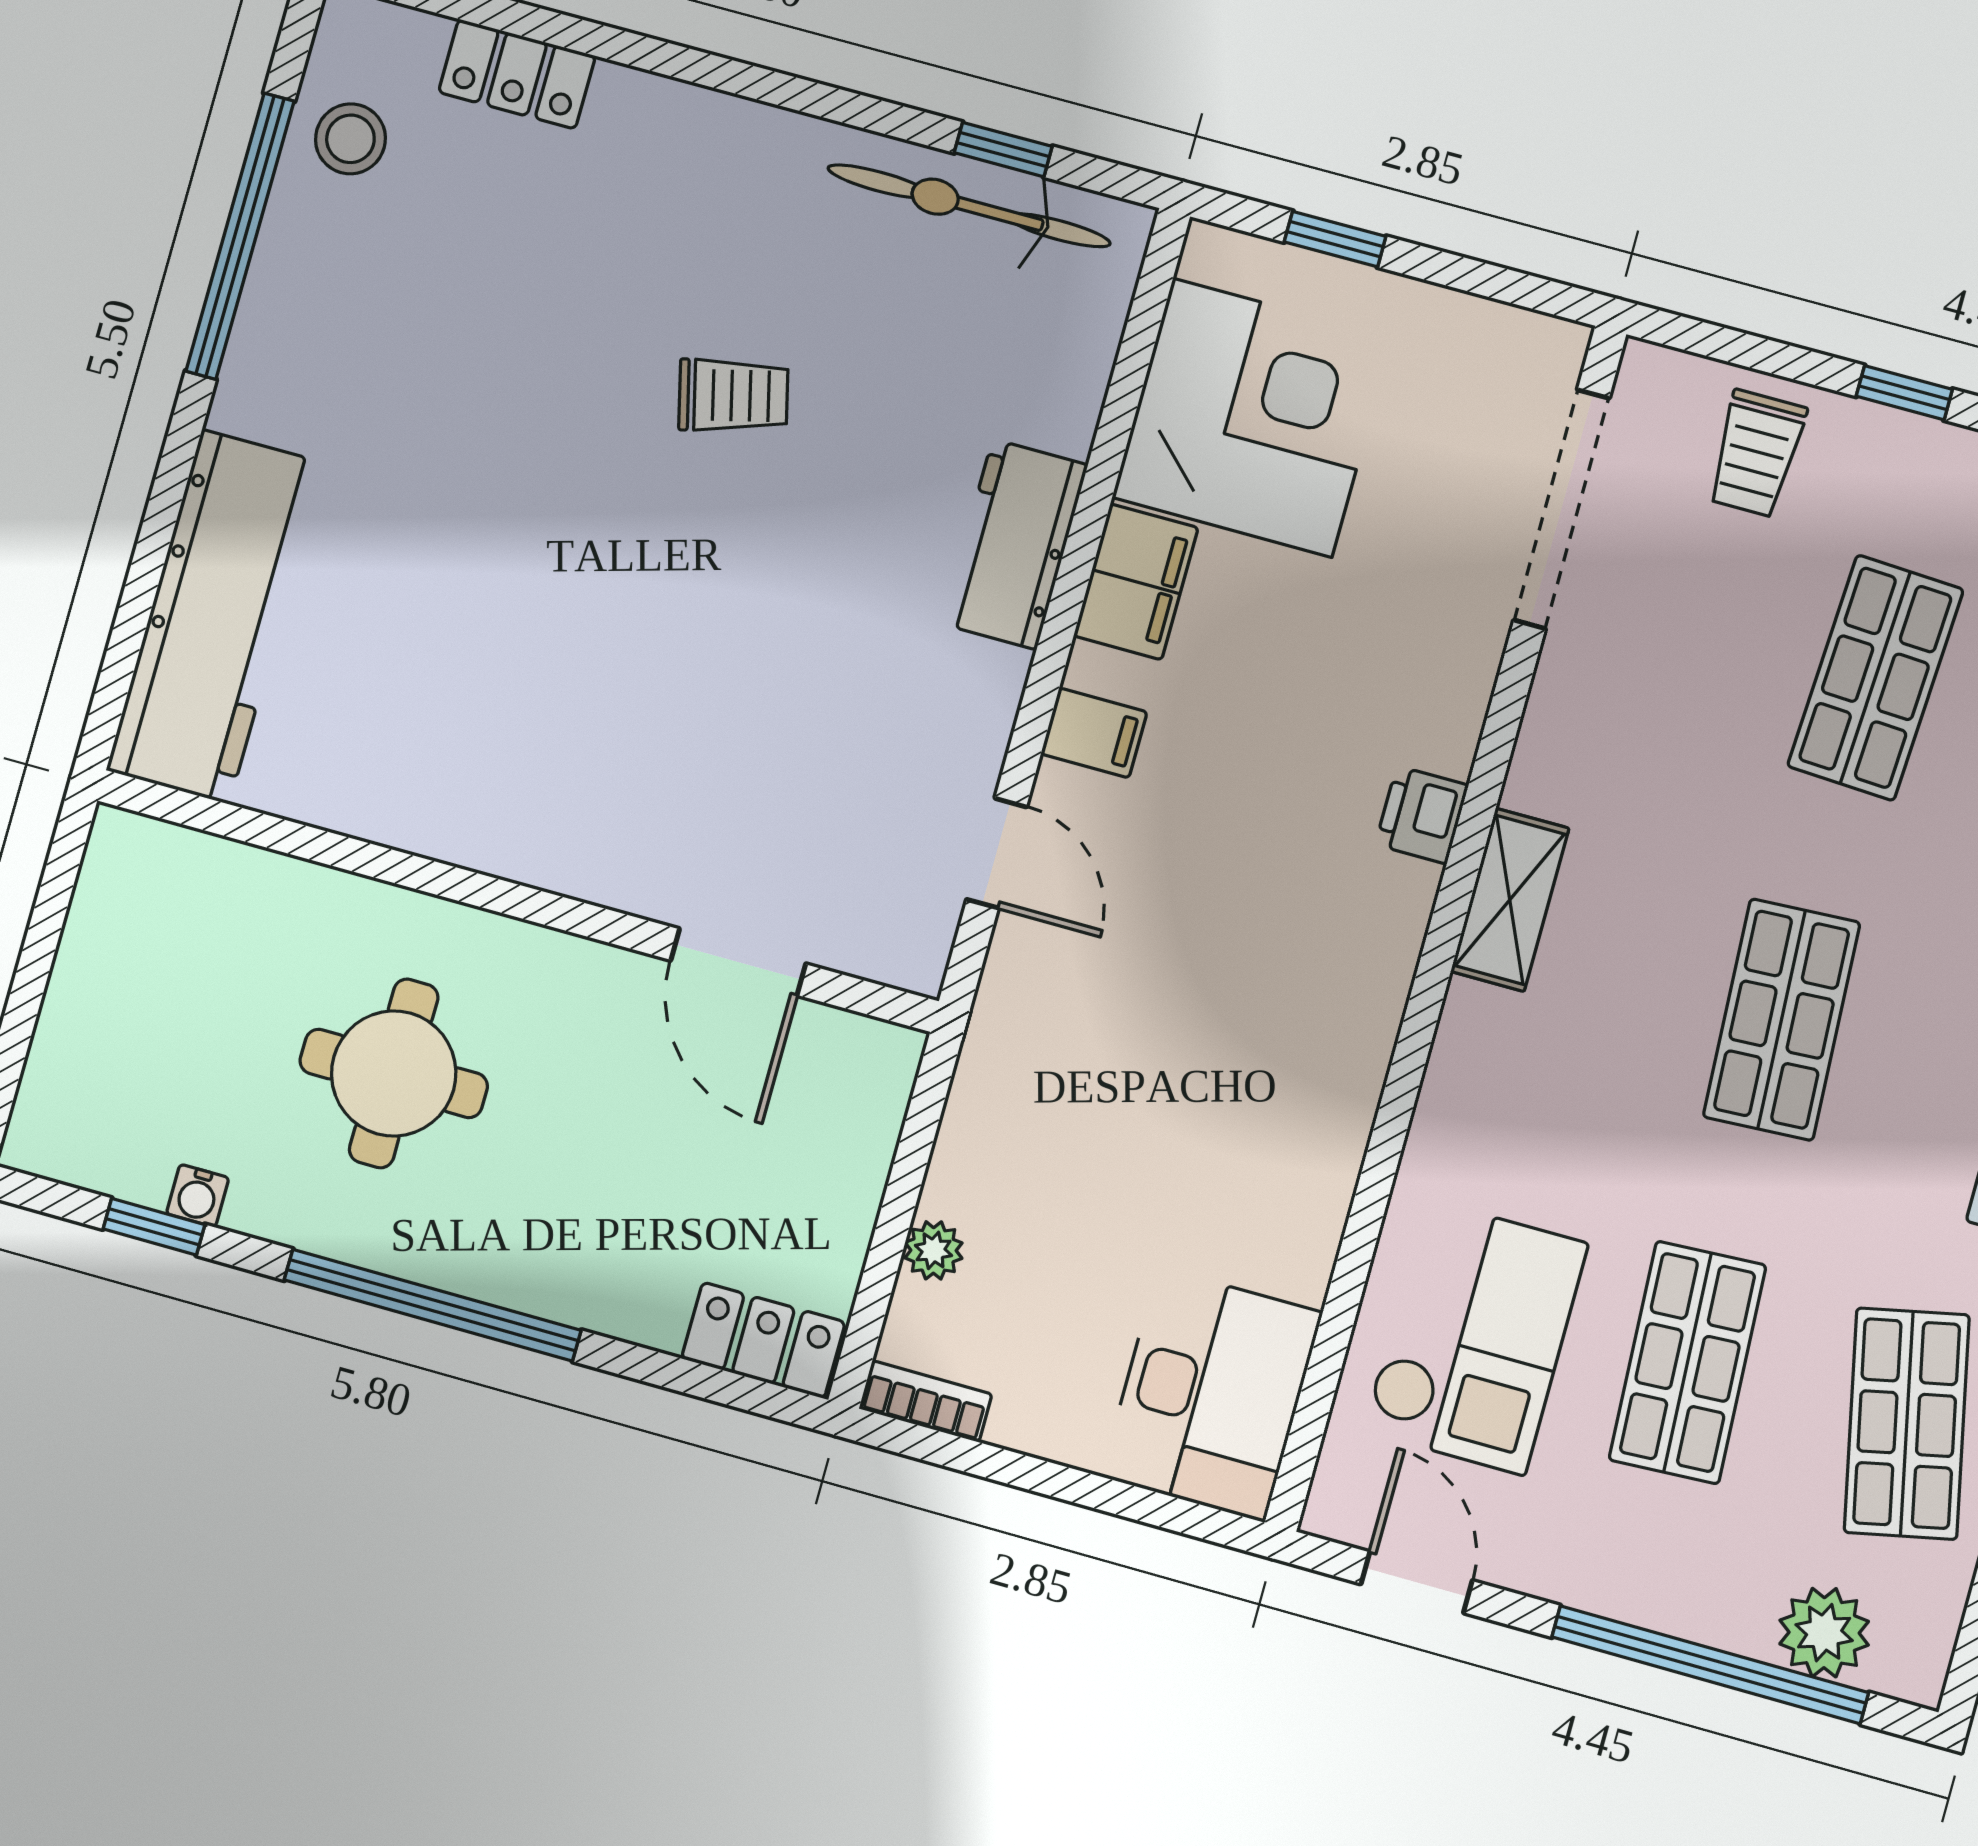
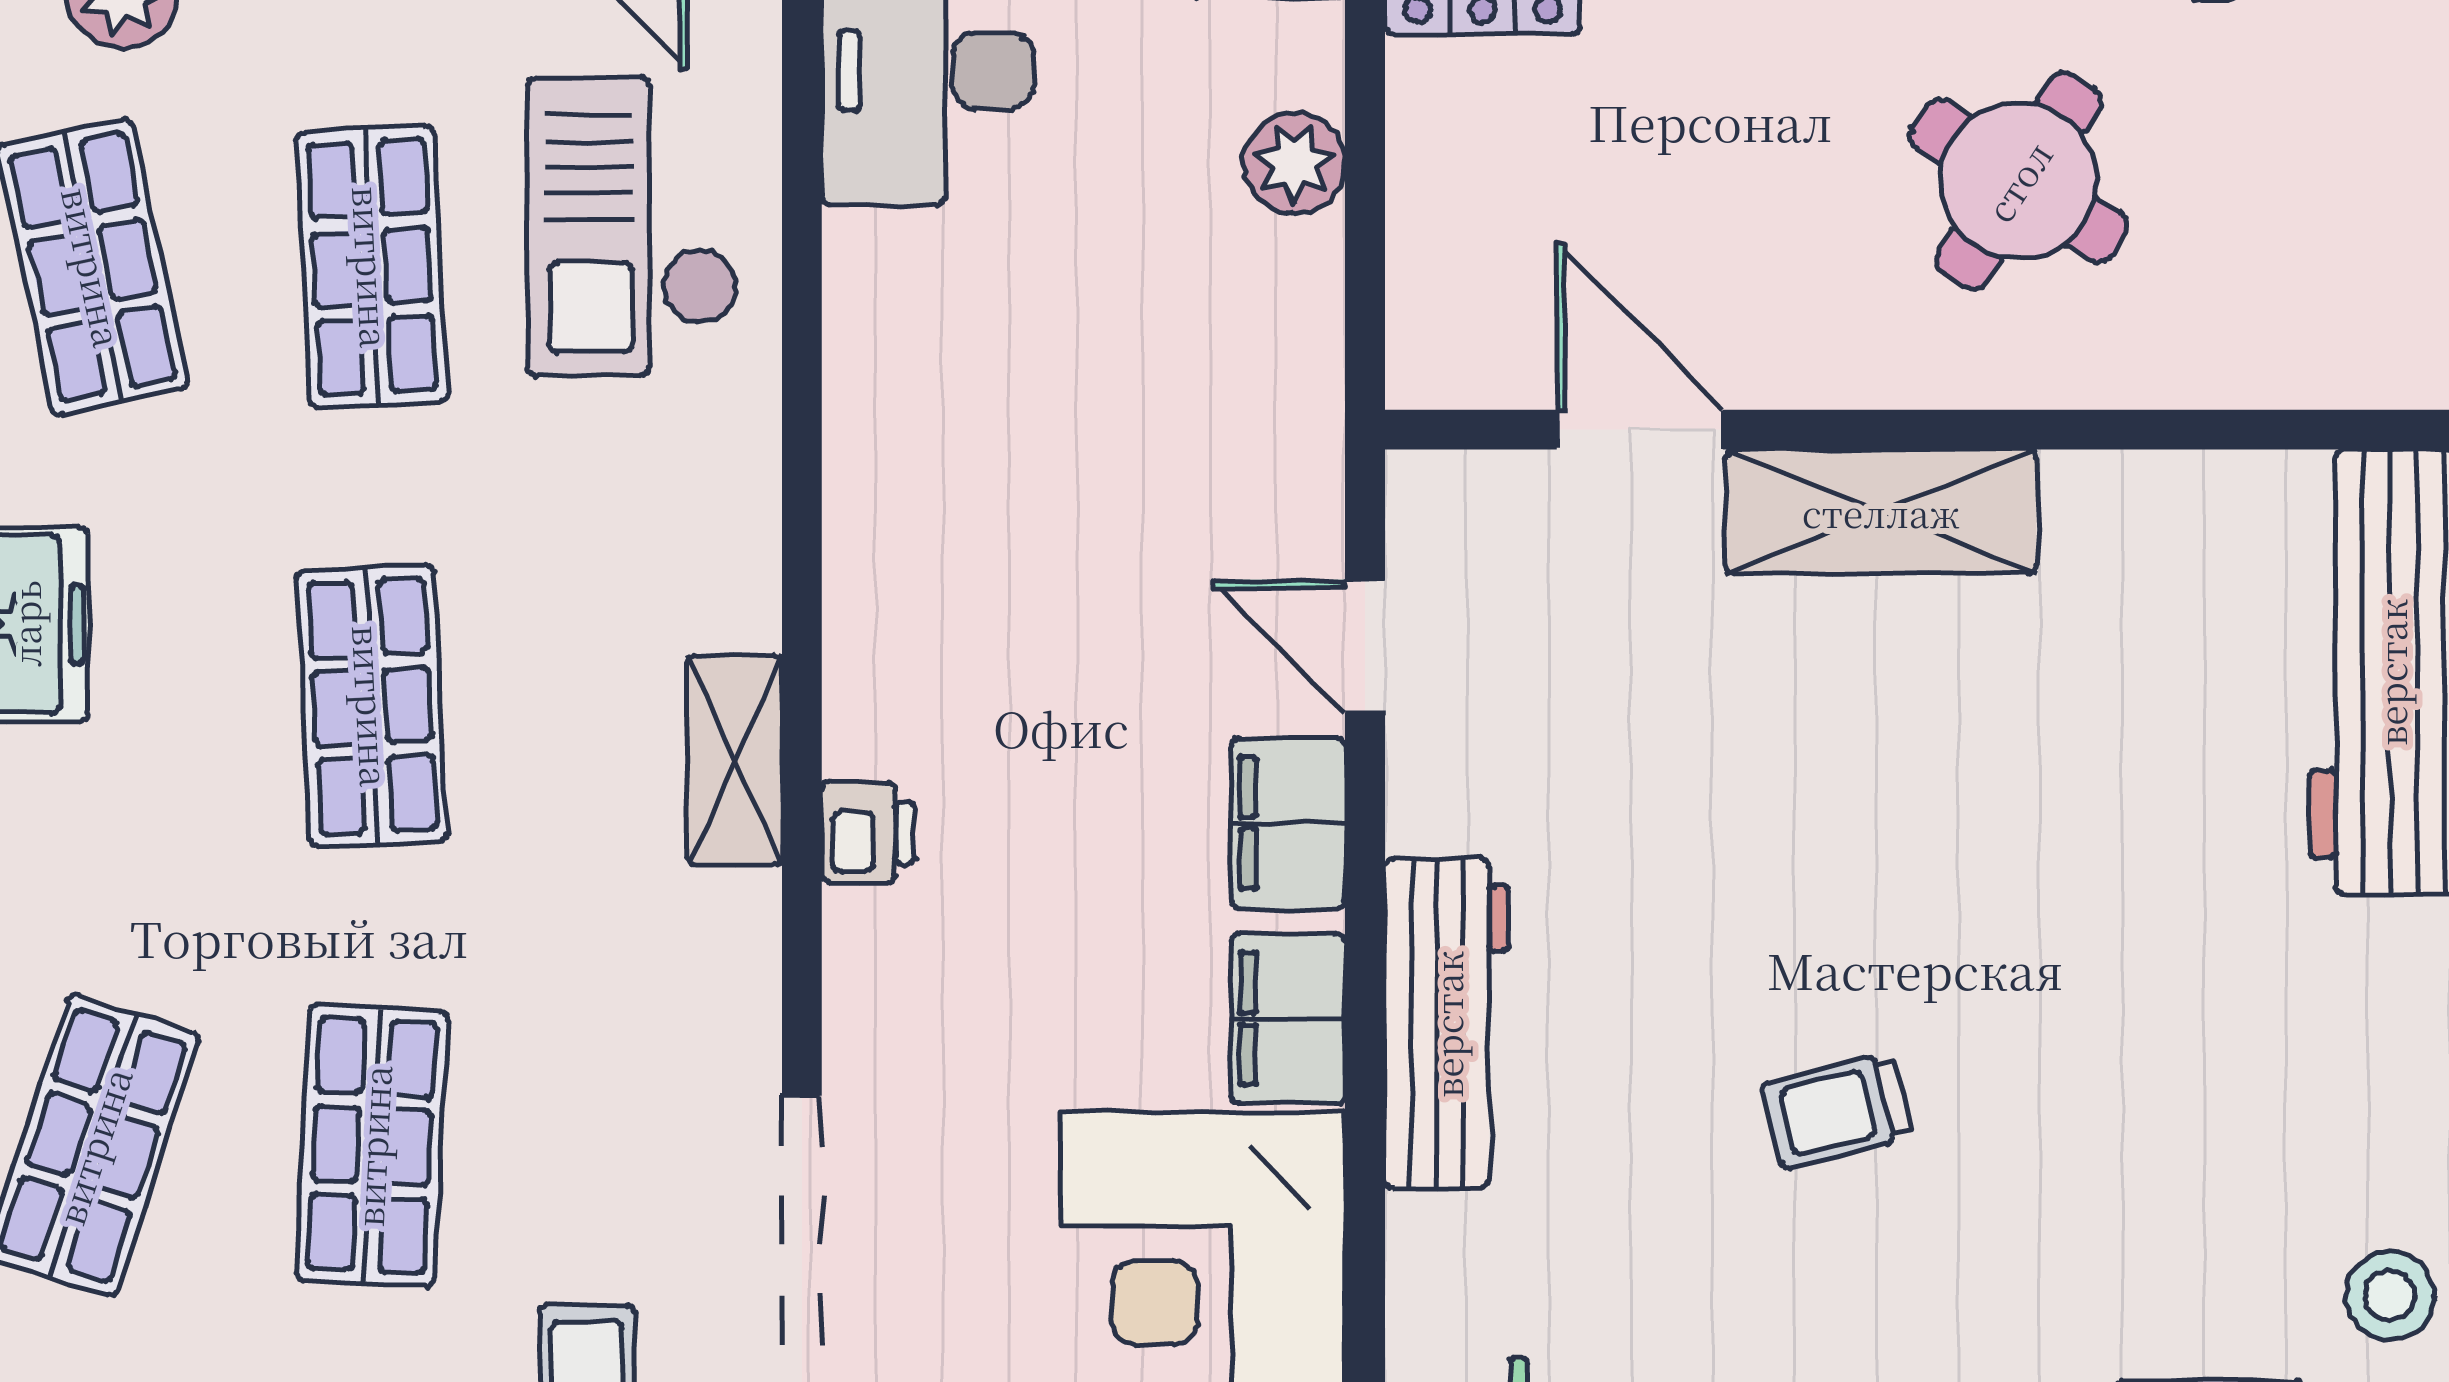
workbench: (1015, 544) -> (1447, 1024), width x1.37
filing cabinet: (1094, 733) -> (1288, 823), width x2.00
shelving: (571, 847) -> (1881, 512), added
round table: (394, 1073) -> (2018, 181), turned 33
plant: (934, 1250) -> (1294, 163), width x1.38, depth x1.38

